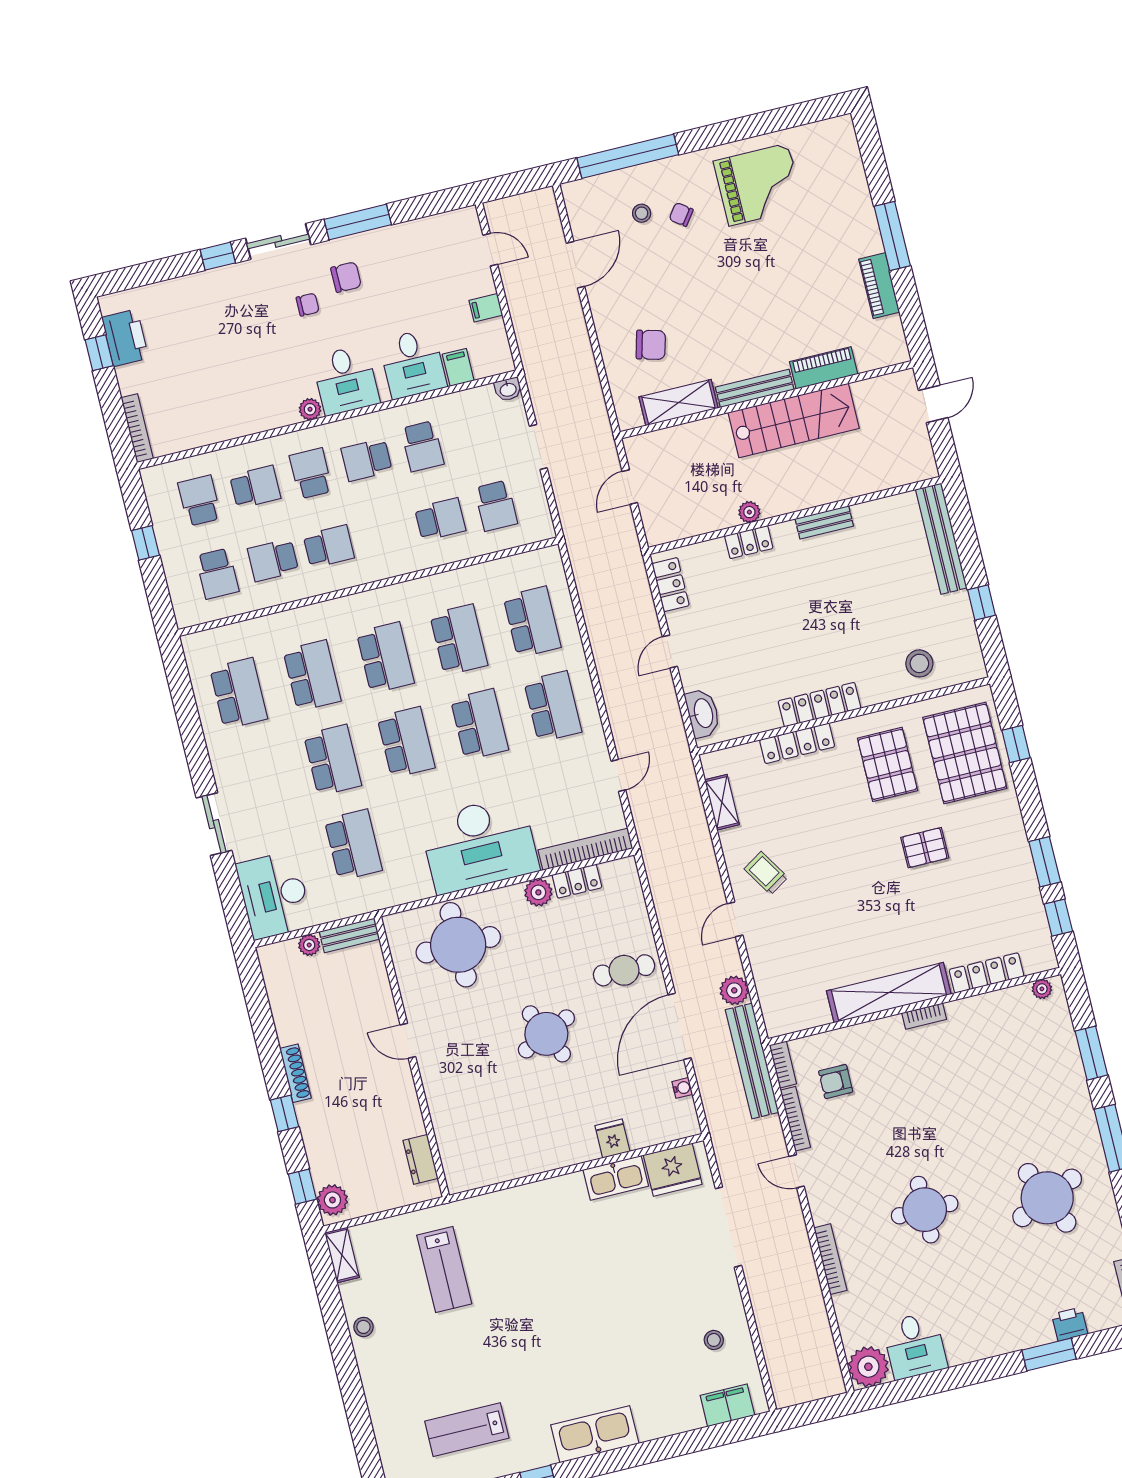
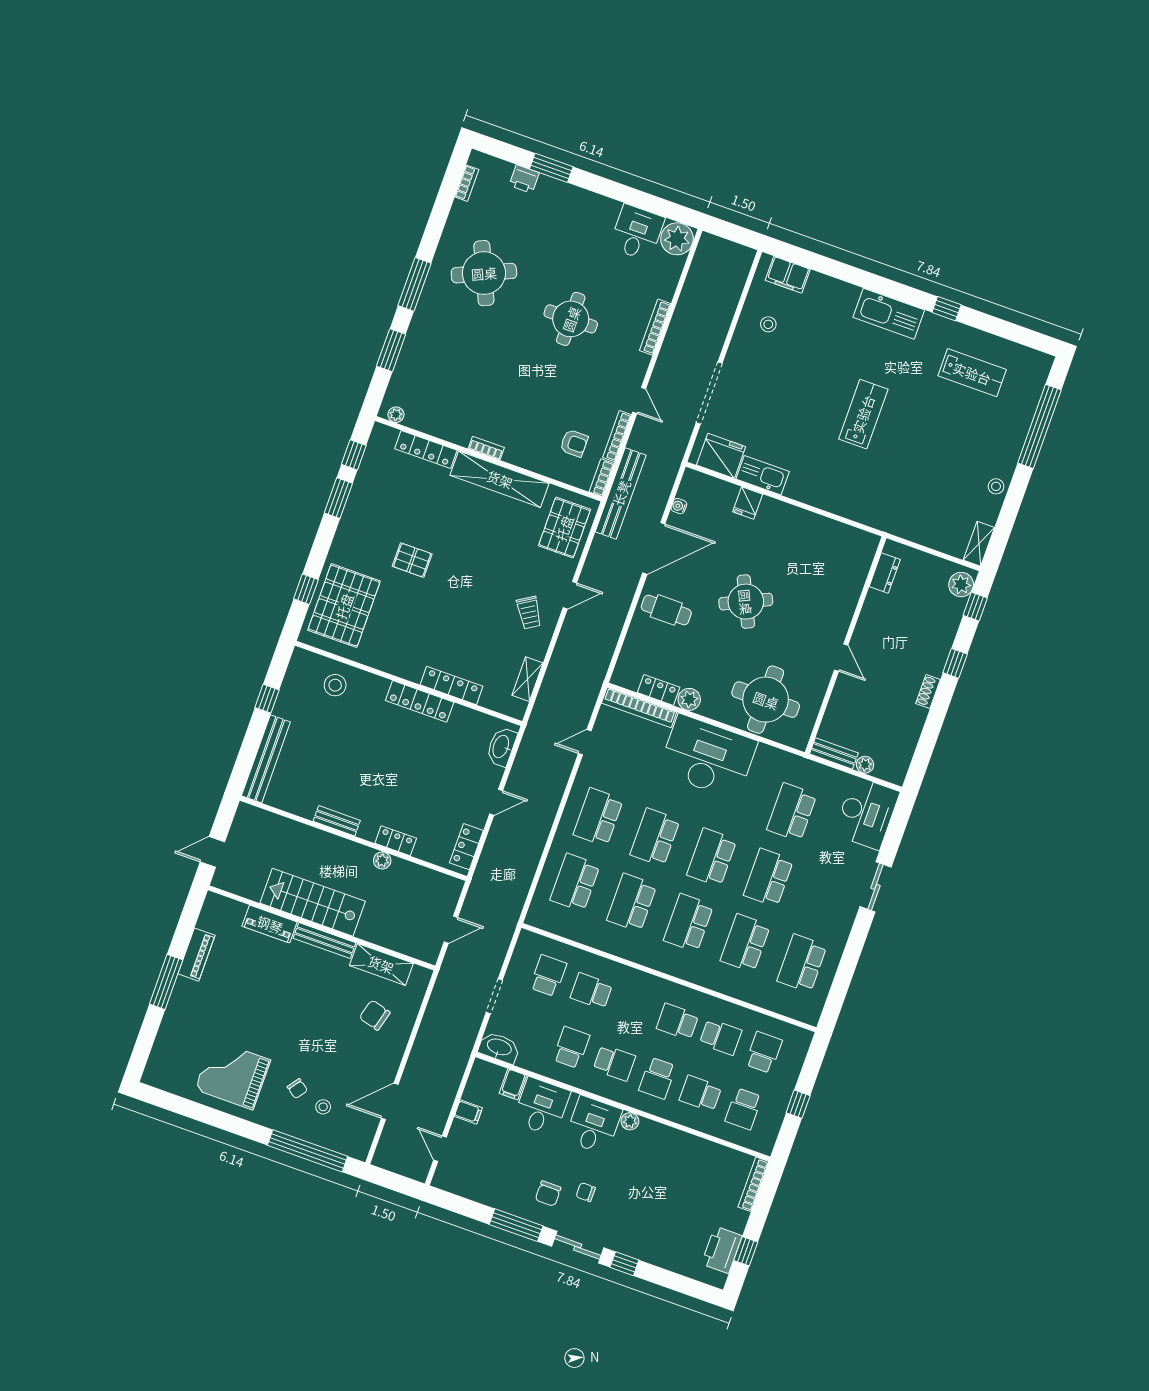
chair: (346, 277) -> (548, 1194), turned -90
washbasin: (508, 389) -> (499, 1048), width x1.91, depth x1.45
pallet: (887, 764) -> (564, 528), moved
plant: (734, 990) -> (602, 548), removed
shoe rack: (295, 1073) -> (928, 692), width x0.70
lab bench: (444, 1269) -> (863, 414), moved
window: (359, 1420) -> (1039, 426), added

